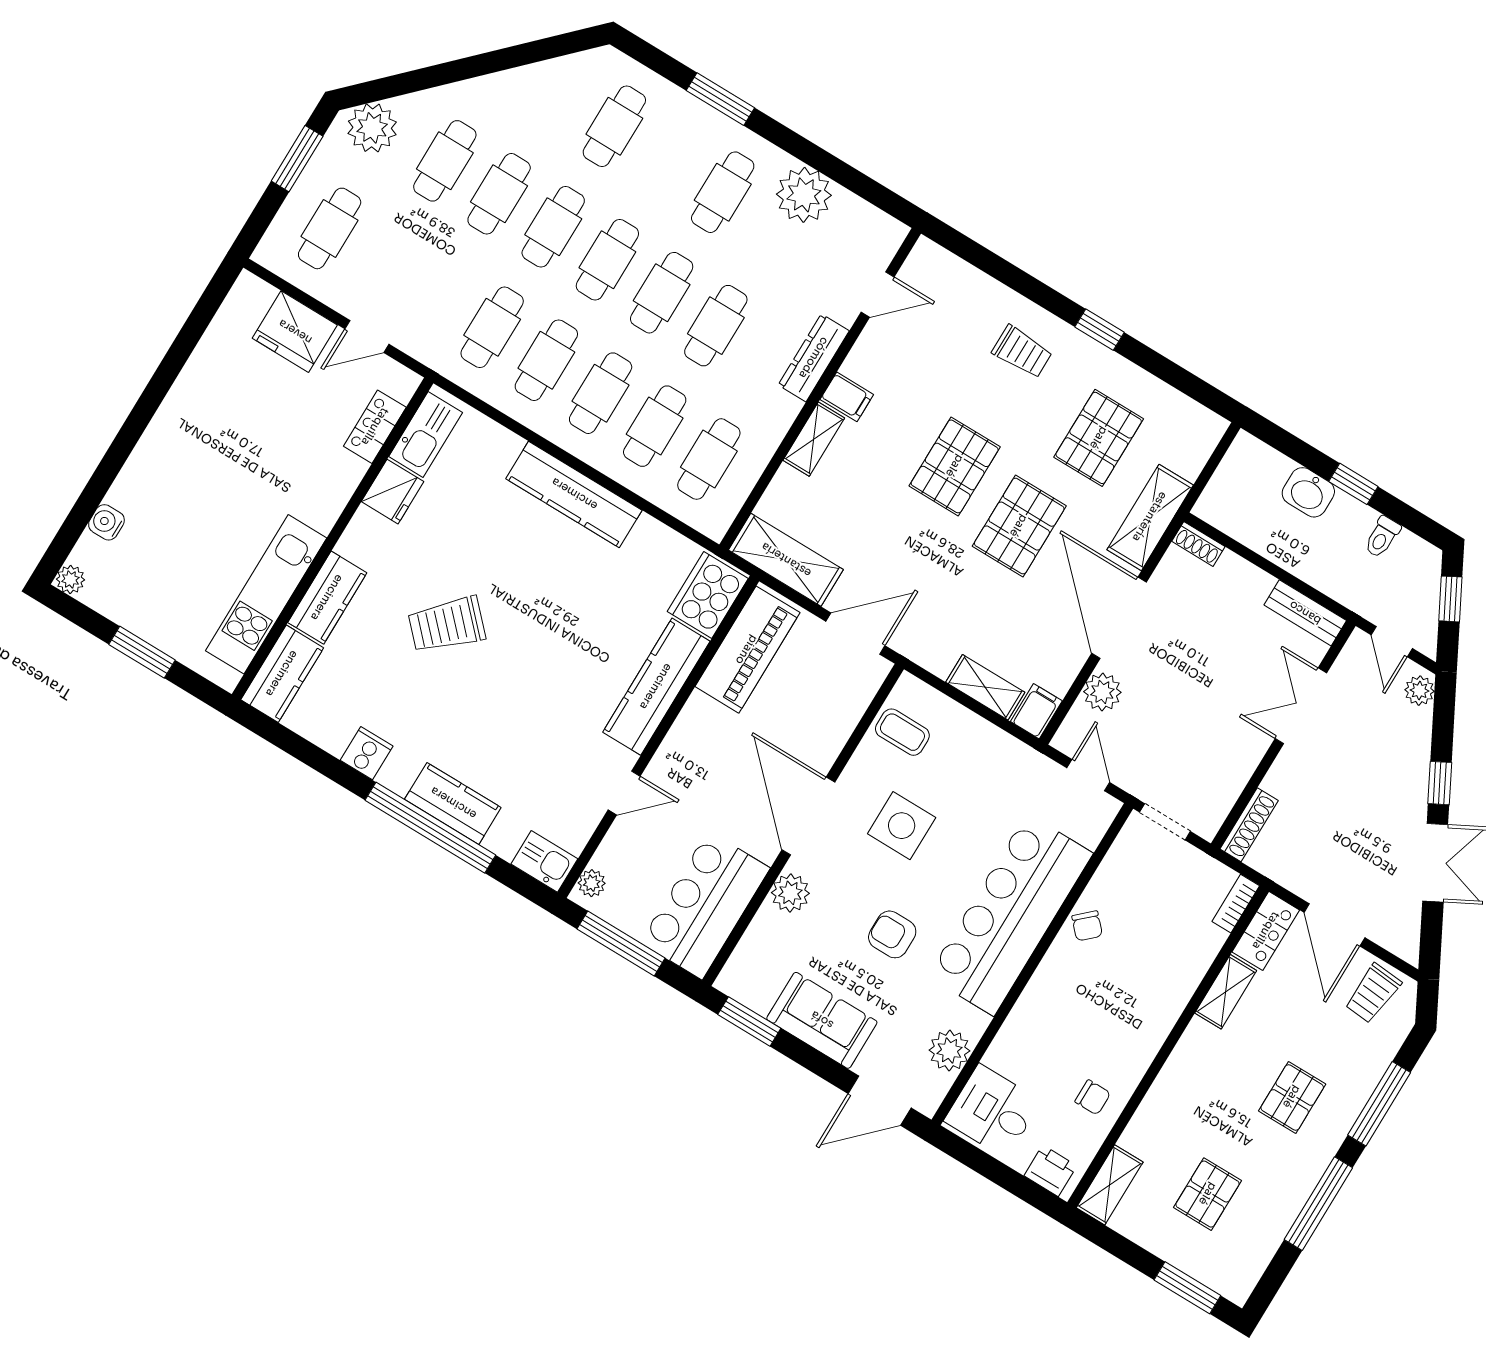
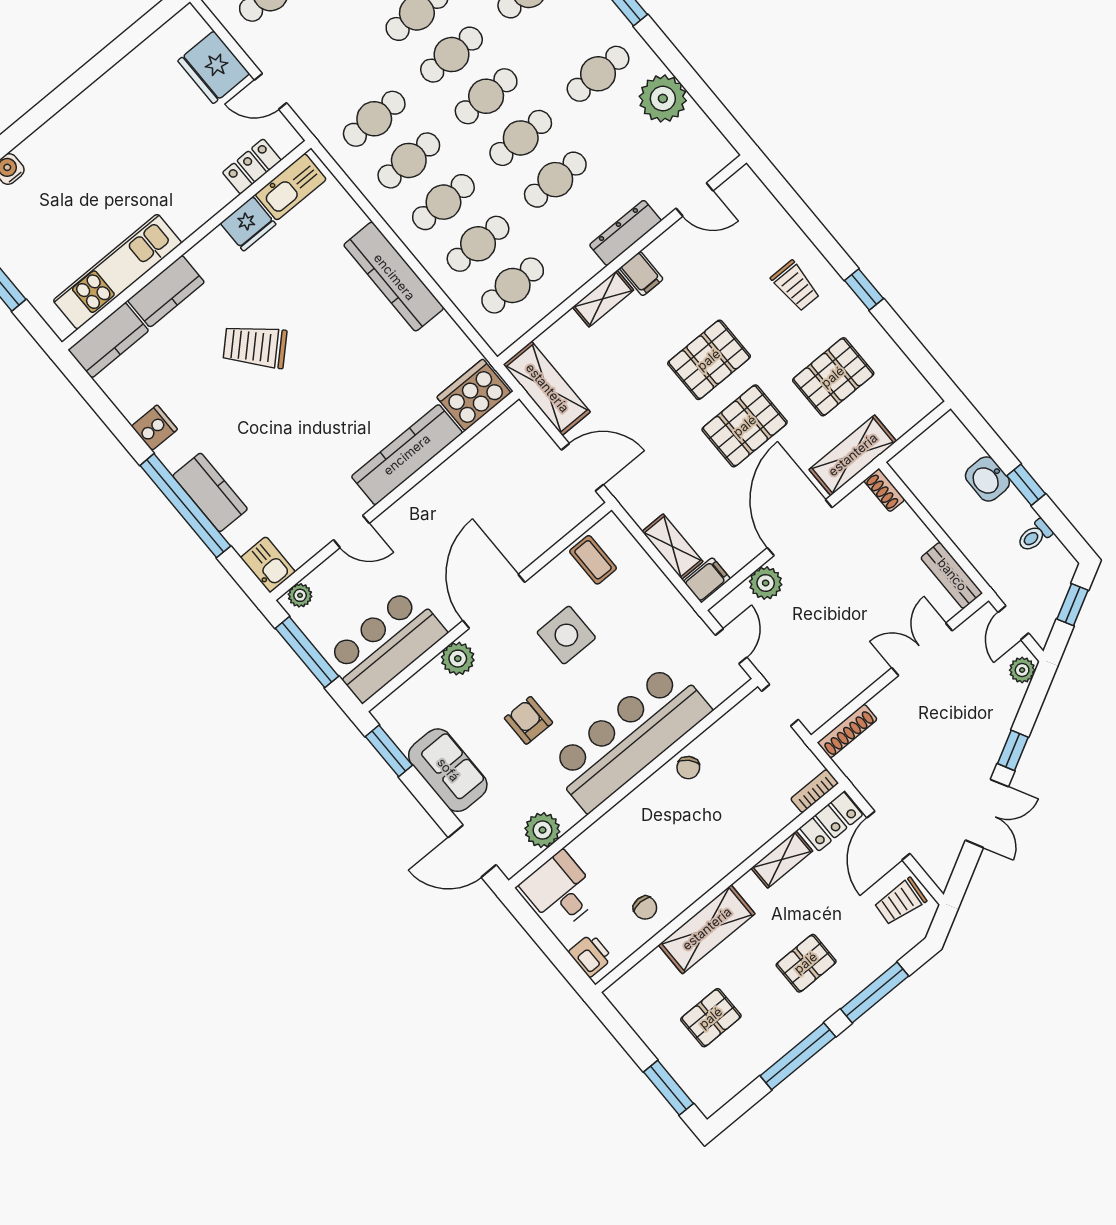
piano: (747, 650) -> (491, 450), removed
shelving: (1110, 1185) -> (707, 929), moved, width x1.50, depth x1.33

